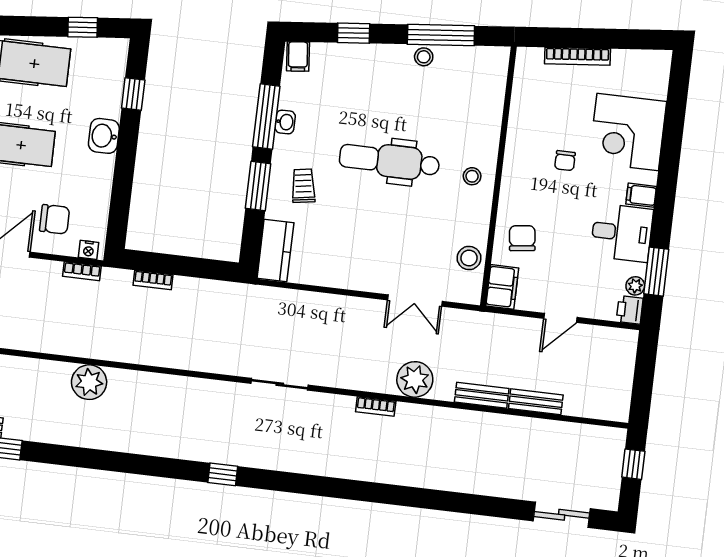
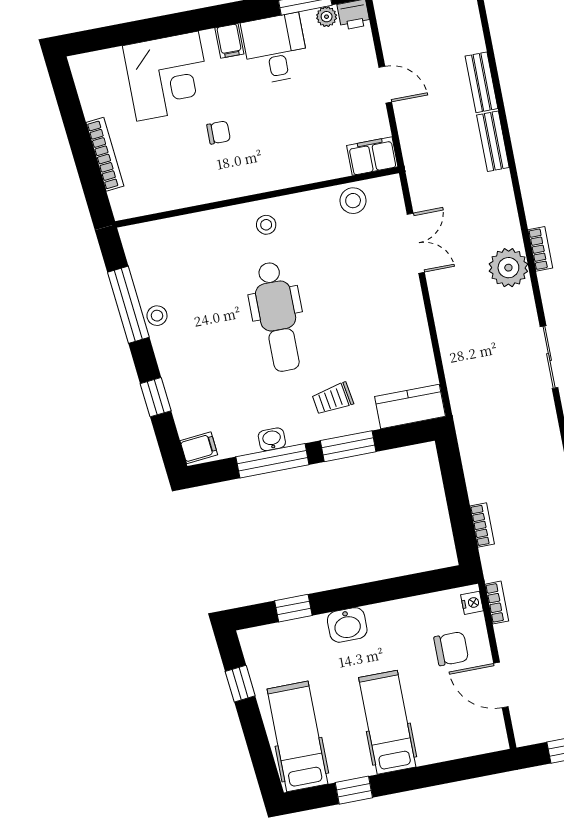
chair: (55, 219) -> (451, 649), turned 90
chair: (522, 238) -> (314, 151), removed
plant: (415, 379) -> (508, 268), moved

